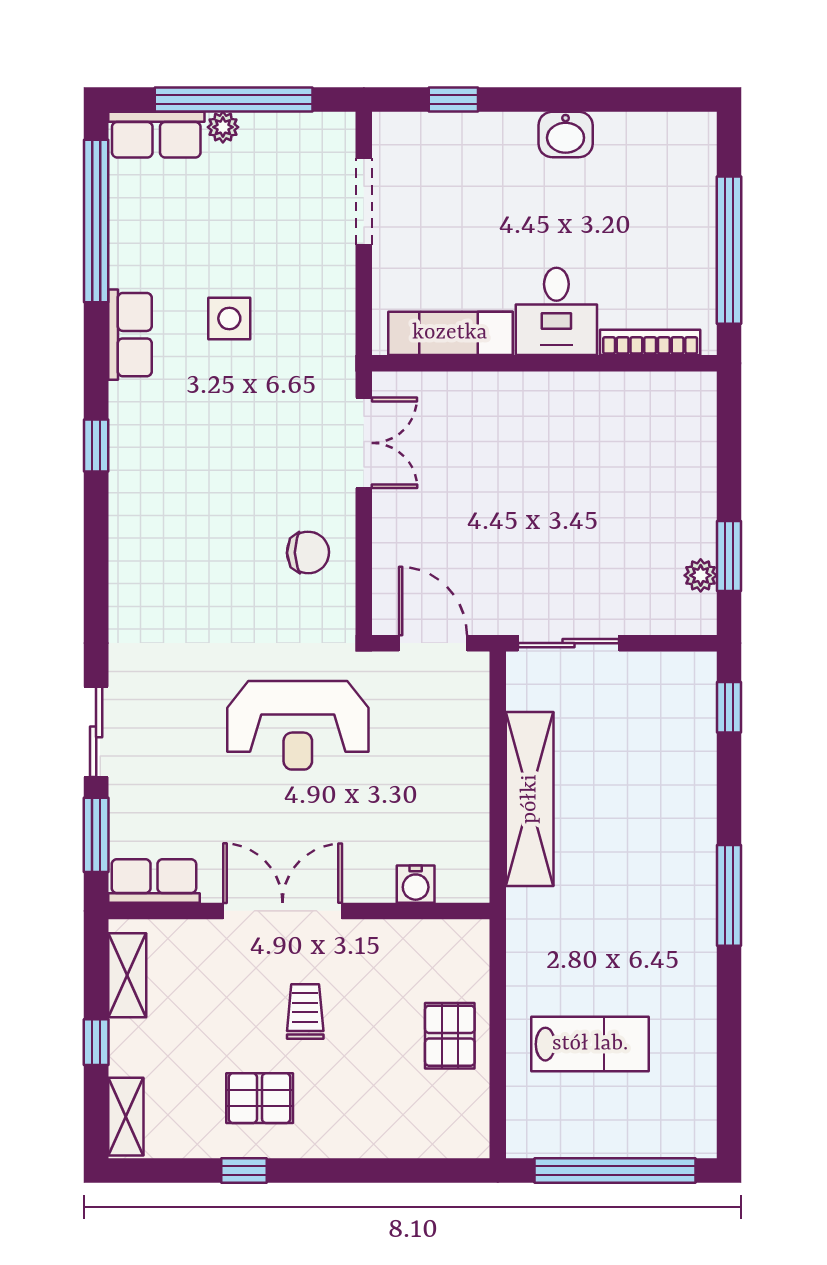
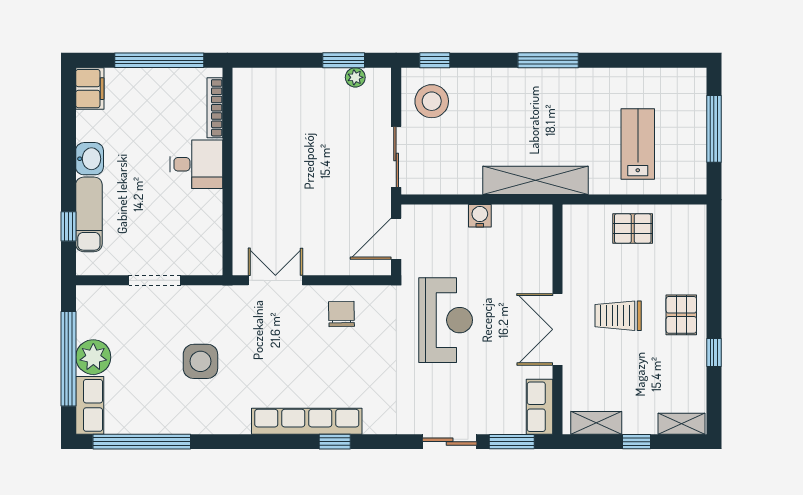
plant: (223, 127) -> (93, 357), width x1.87, depth x1.87
filing cabinet: (682, 135) -> (90, 89), added
doorway: (364, 201) -> (155, 280), moved
side table: (229, 318) -> (200, 361), width x1.37, depth x1.37
exam couch: (450, 333) -> (89, 214), moved, turned 180
row of seats: (130, 335) -> (307, 421), moved, width x2.02
window: (96, 446) -> (335, 442), moved
stool: (661, 702) -> (432, 101), added
shelving: (530, 799) -> (536, 180), moved
water cooler: (416, 884) -> (480, 216), moved, turned -90
trolley: (305, 1011) -> (618, 316), width x1.36, depth x1.39
pallet: (260, 1098) -> (681, 315), moved
window: (615, 1171) -> (714, 129), width x0.68

